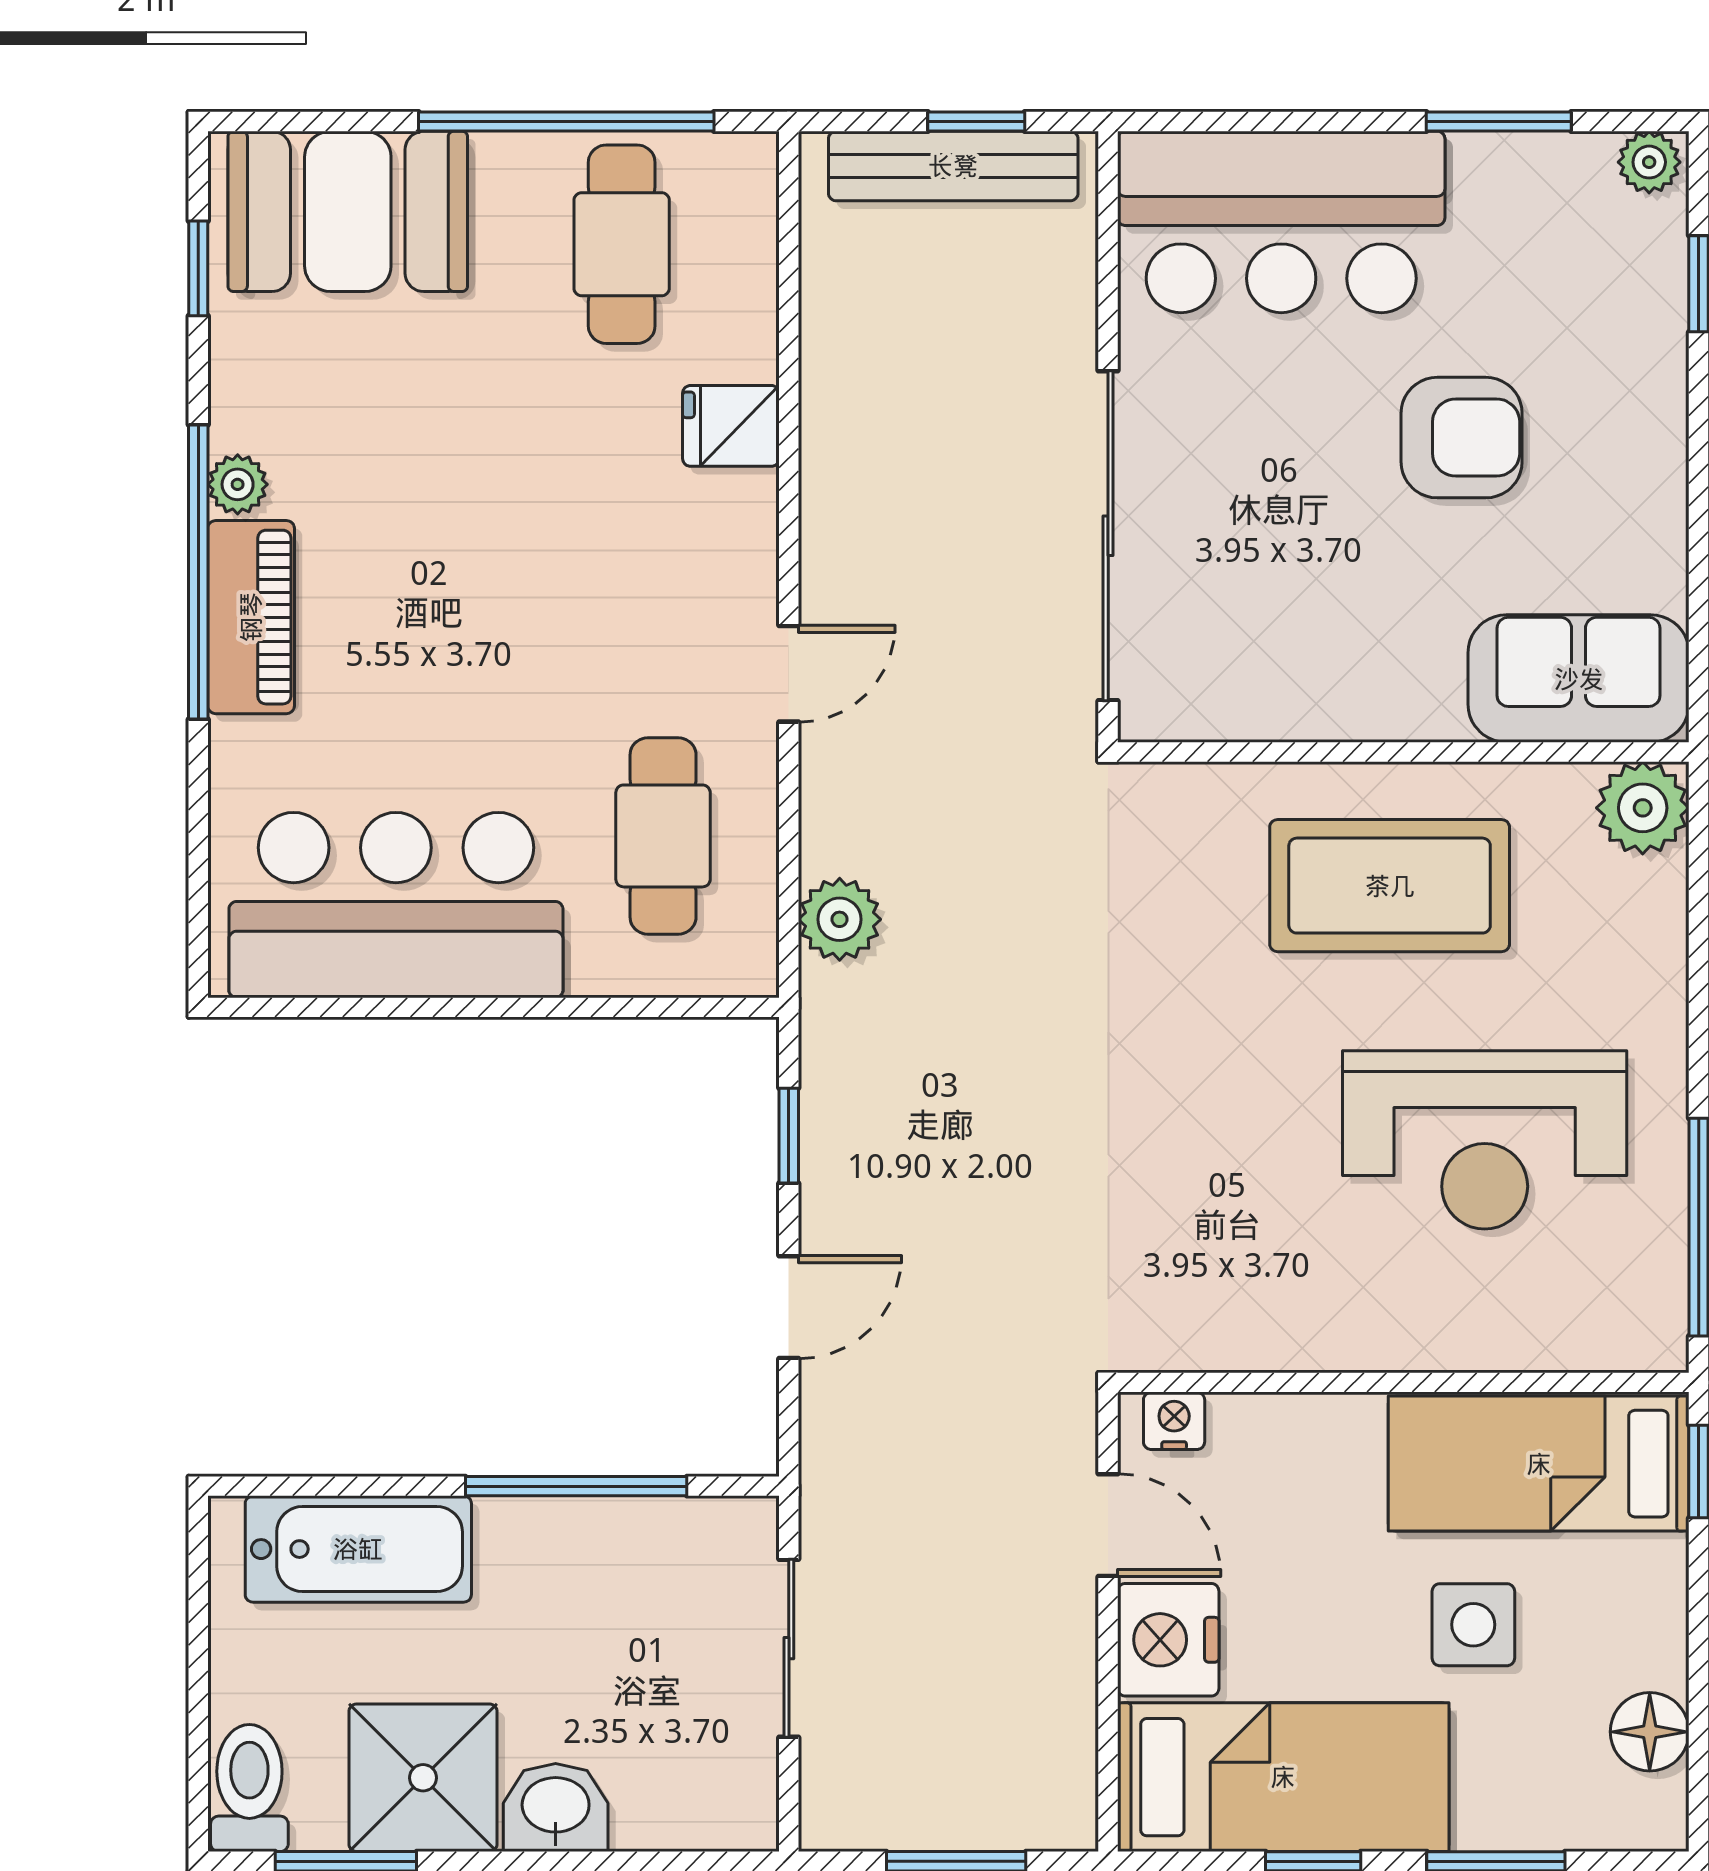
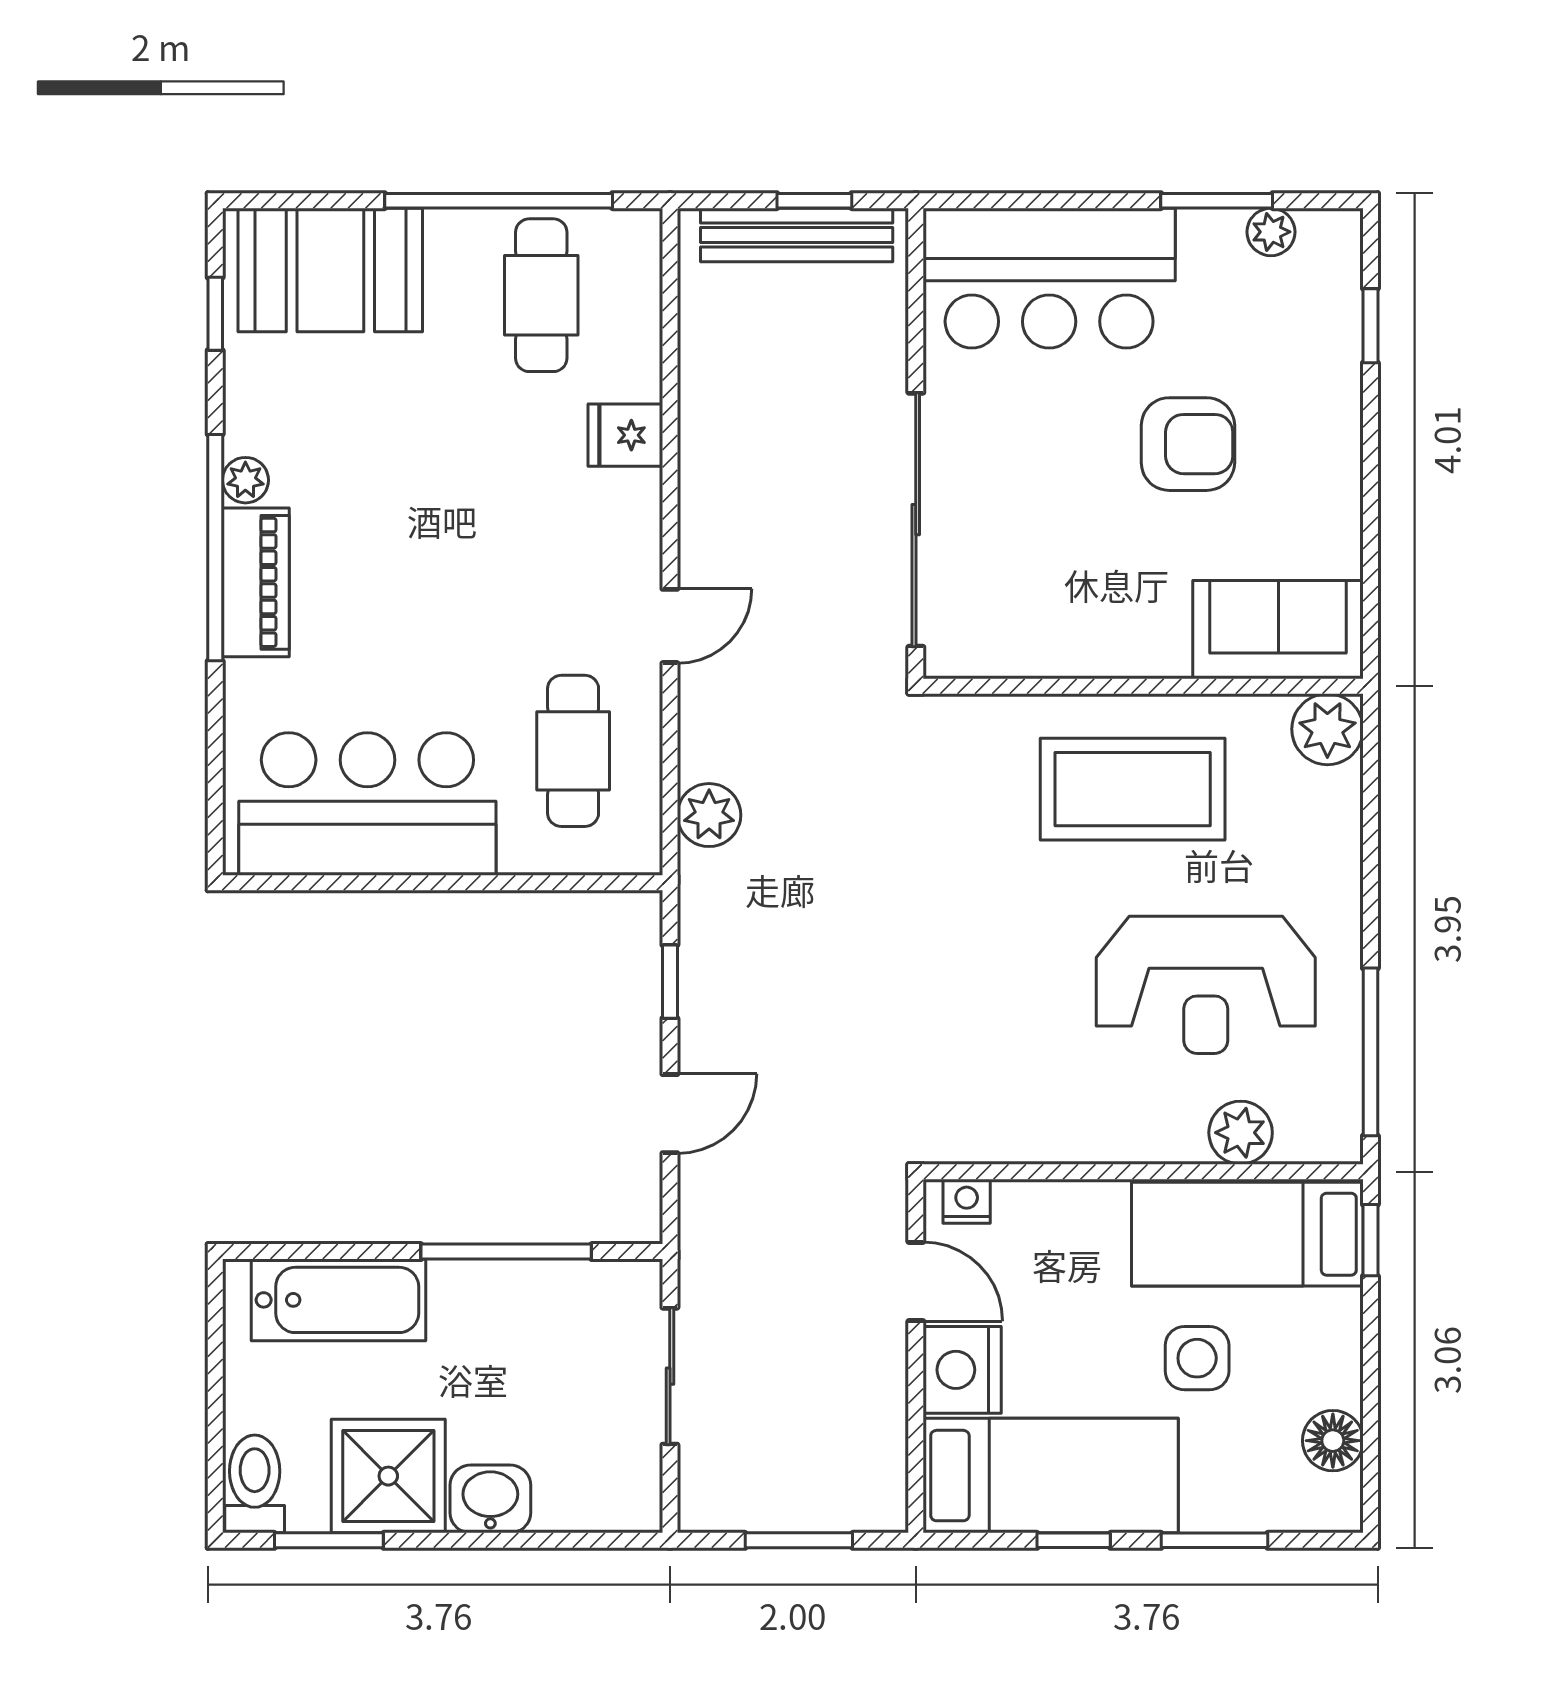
plant: (1649, 162) -> (1271, 232), moved
plant: (1530, 1332) -> (1241, 1133), added

